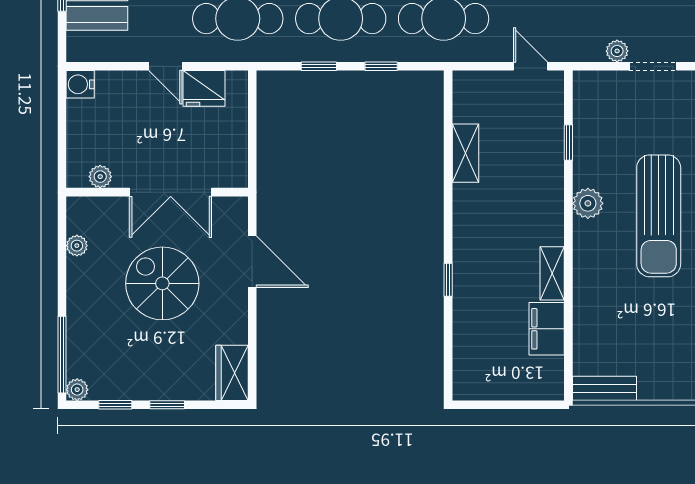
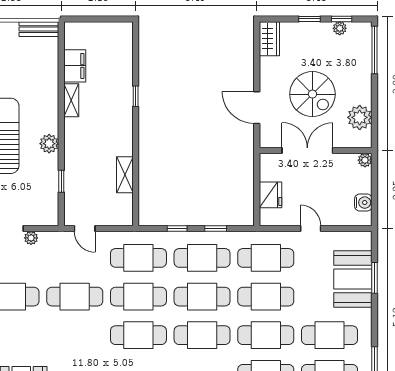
water cooler: (80, 84) -> (363, 203), moved
fridge: (204, 88) -> (271, 195), moved, turned 90
plant: (100, 177) -> (365, 160), moved
plant: (77, 246) -> (360, 117), width x1.87, depth x1.87
plant: (77, 390) -> (340, 28), moved

